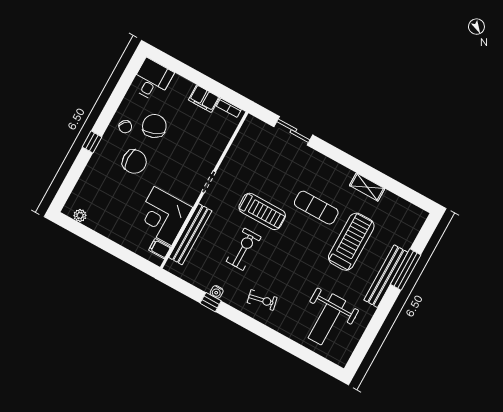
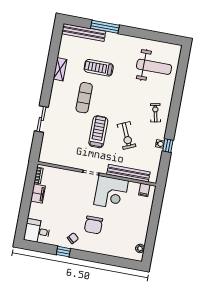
chair: (154, 126) -> (66, 220), removed
sliding door: (293, 131) -> (41, 119), moved
window: (92, 142) -> (63, 252), moved
chair: (134, 162) -> (94, 225), turned 180
corner desk: (163, 216) -> (111, 193), moved
treadmill: (351, 242) -> (99, 68), width x0.73, depth x0.73
exercise bike: (244, 249) -> (127, 136), turned -114
bench: (386, 276) -> (84, 33), moved

